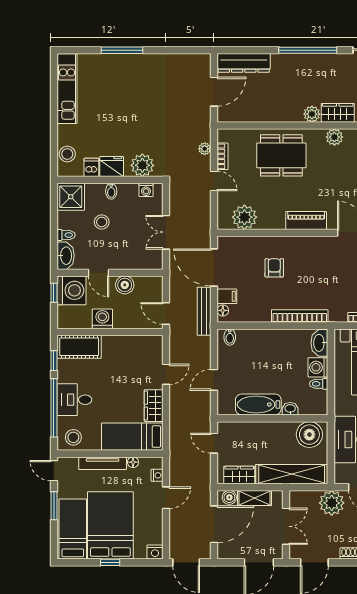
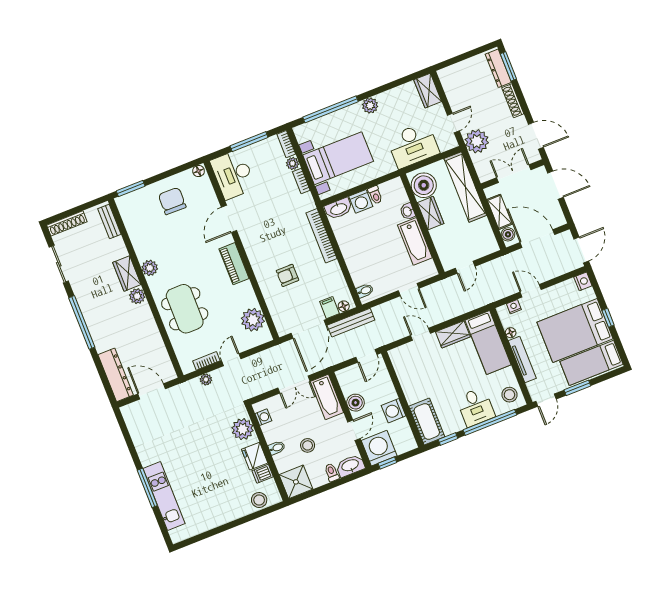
kitchen unit: (67, 89) -> (164, 496), moved, turned 90
bathtub: (141, 259) -> (327, 397), added
wardrobe: (239, 475) -> (431, 213), moved, turned 180

